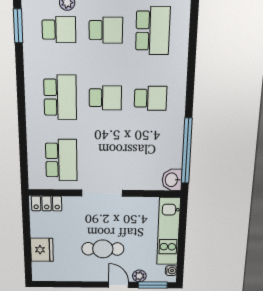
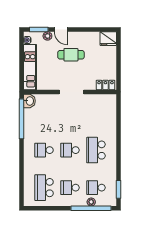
school desk: (61, 160) -> (96, 113), removed
fridge: (42, 250) -> (108, 39), moved, turned -90

